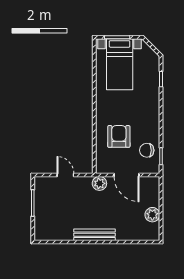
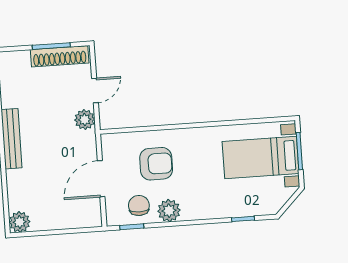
plant: (152, 130) -> (169, 211), added
plant: (99, 183) -> (85, 120), moved
shoe rack: (40, 198) -> (60, 56), added
plant: (152, 215) -> (20, 222), moved

